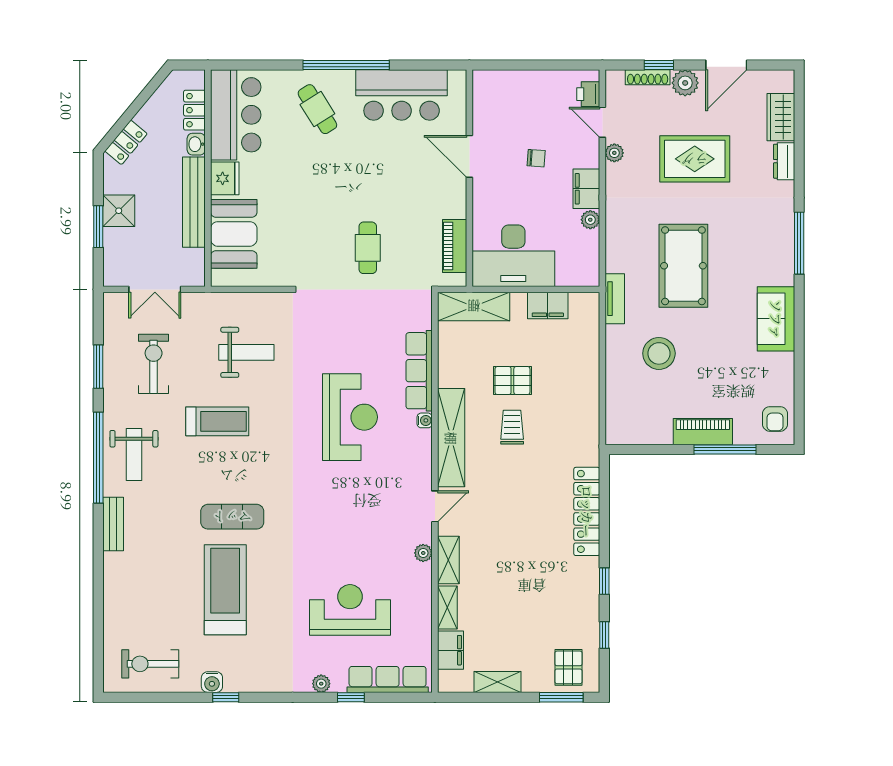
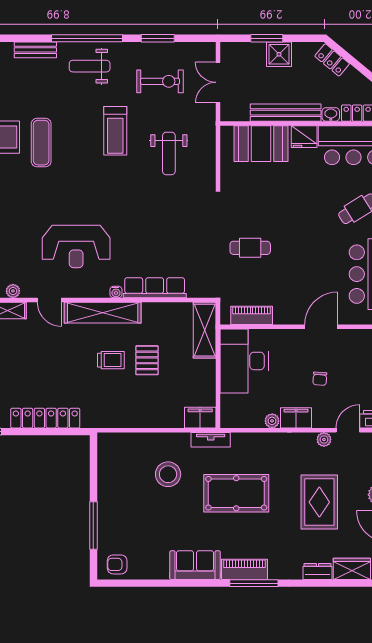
filing cabinet: (548, 305) -> (200, 418), moved, turned 90
reception desk: (350, 417) -> (76, 247), moved
piano: (703, 432) -> (244, 569), moved, turned -90

